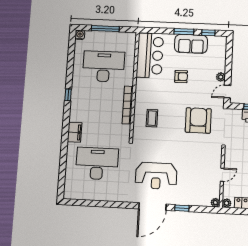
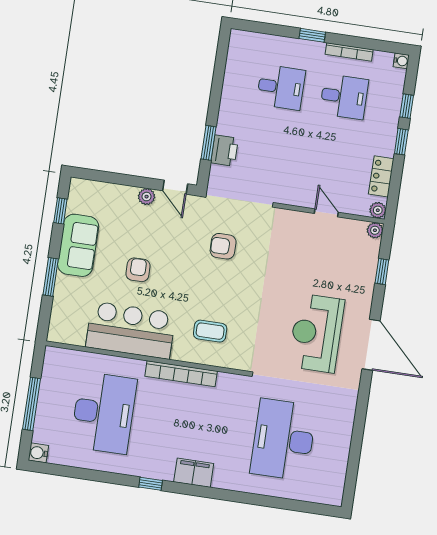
window: (184, 32) -> (51, 277), moved
bar counter: (150, 55) -> (131, 330), moved
desk: (104, 66) -> (104, 413), turned 180
armchair: (198, 120) -> (223, 246), width x0.53, depth x0.53
filing cabinet: (75, 132) -> (194, 473), moved
reception desk: (156, 176) -> (316, 333), turned 180
window: (182, 208) -> (382, 272), moved

